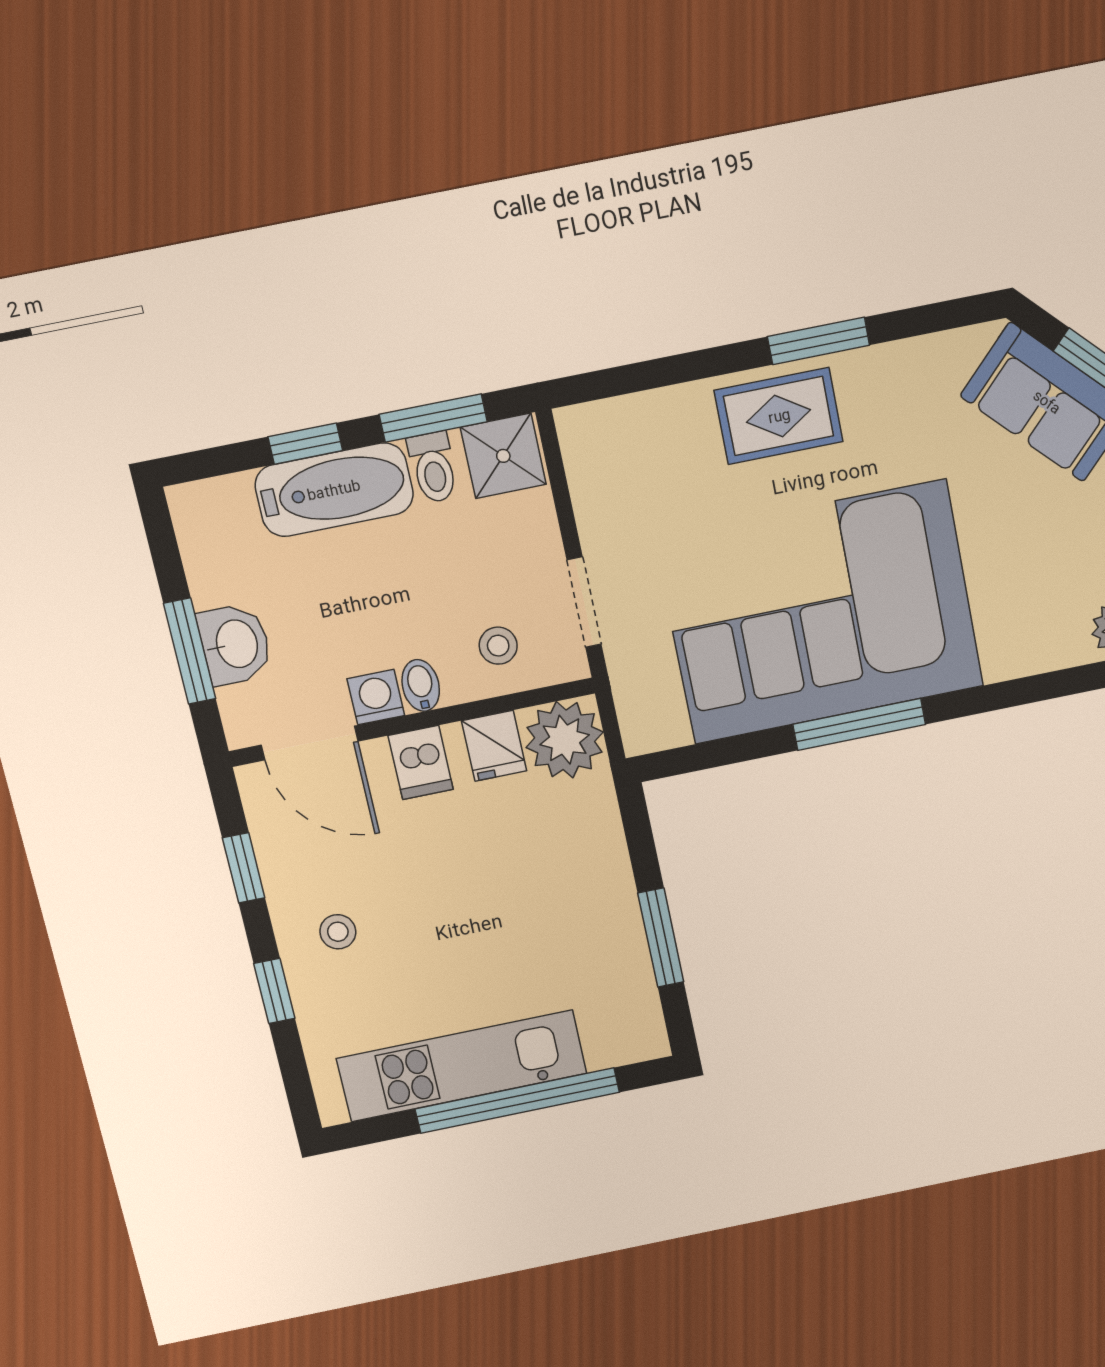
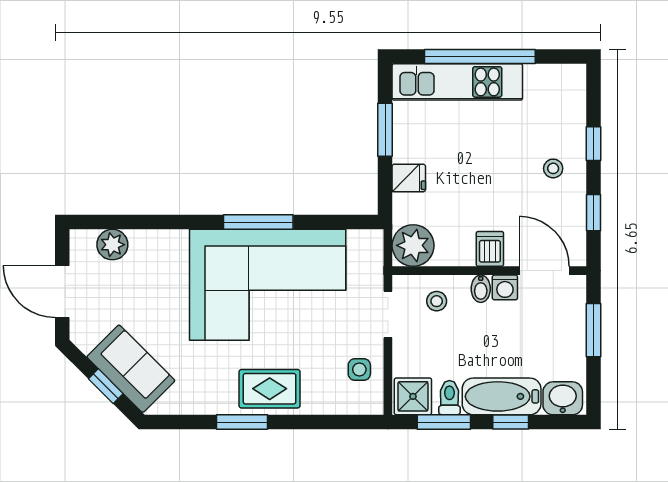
side table: (616, 487) -> (359, 370), added
washbasin: (235, 644) -> (563, 398), moved, turned 90
fridge: (494, 746) -> (409, 178), moved, turned 90
kitchen unit: (462, 1066) -> (457, 82), moved

